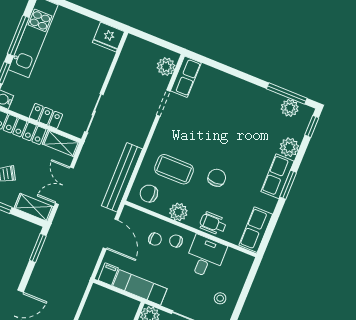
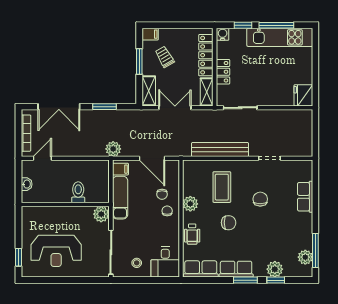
plant: (166, 67) -> (113, 149), moved
row of seats: (186, 77) -> (305, 197), moved, turned 90
window: (312, 126) -> (276, 280), moved
row of seats: (278, 176) -> (236, 269), moved
bench: (122, 177) -> (220, 149), moved
chair: (149, 194) -> (260, 199), moved
wheelchair: (213, 223) -> (192, 234), turned 180
door: (110, 234) -> (152, 158), hinge flipped
window: (38, 248) -> (105, 107), moved
desk: (205, 257) -> (165, 262), moved, turned 90

